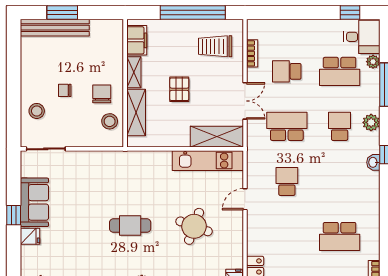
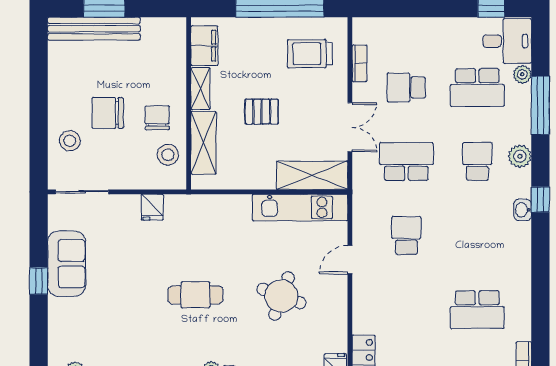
pallet: (179, 89) -> (262, 112), turned 90
chair: (65, 90) -> (108, 113), width x1.87, depth x1.87
fridge: (30, 236) -> (152, 207), moved, turned 90

